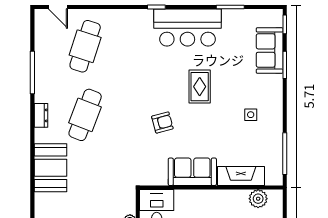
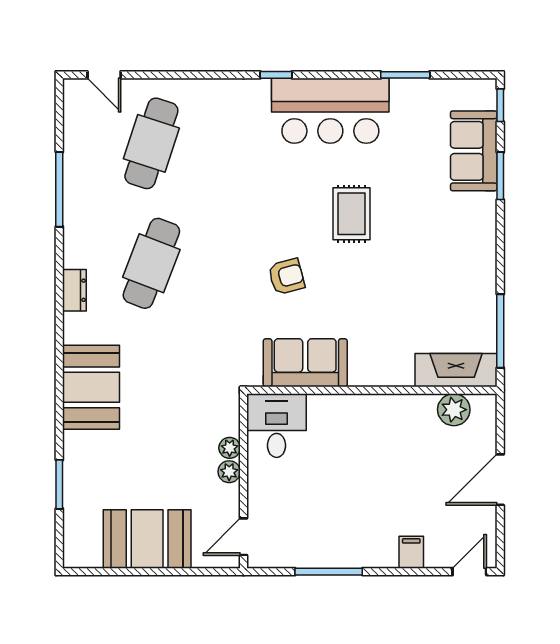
dresser: (41, 115) -> (74, 290), moved
side table: (251, 115) -> (441, 263), removed
booth: (50, 168) -> (91, 387), moved
sofa: (192, 172) -> (305, 363), moved
fireplace: (241, 176) -> (456, 370), moved

